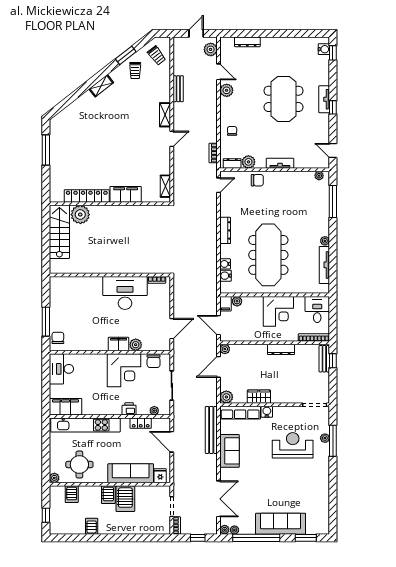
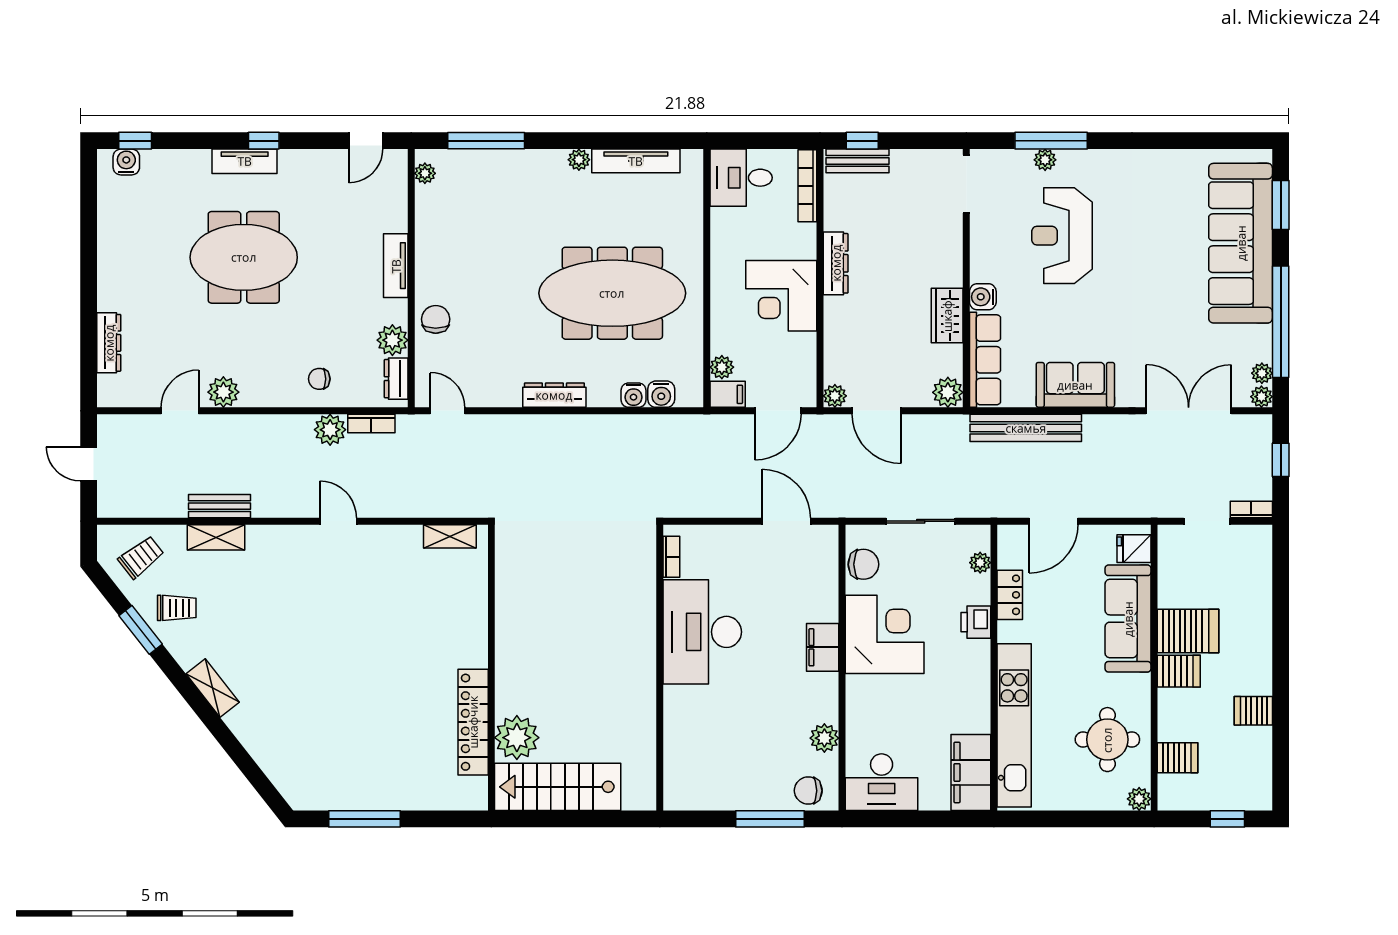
plant: (211, 49) -> (330, 430), moved
shelving: (165, 115) -> (216, 537), moved
filing cabinet: (126, 194) -> (469, 630), removed
corner desk: (278, 311) -> (781, 296), moved, turned 180
plant: (136, 345) -> (824, 738), moved
sofa: (281, 524) -> (1241, 243), width x1.36, depth x1.27

